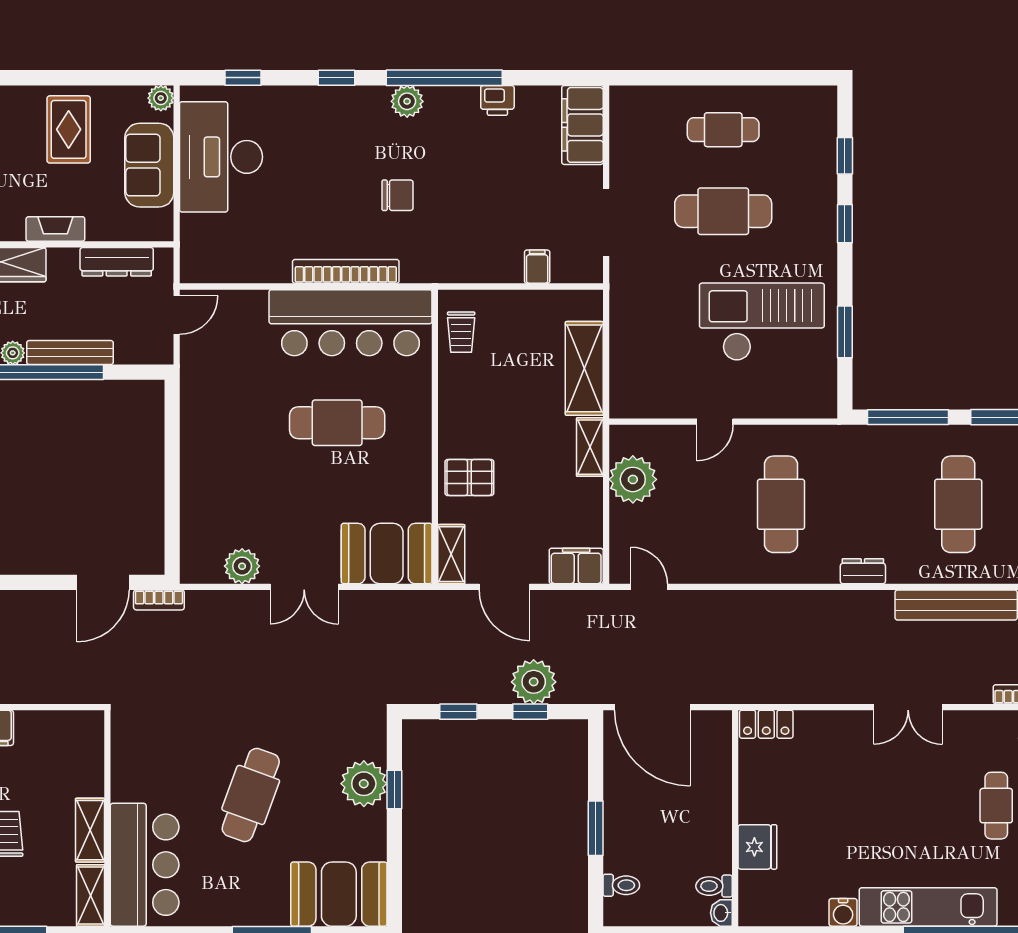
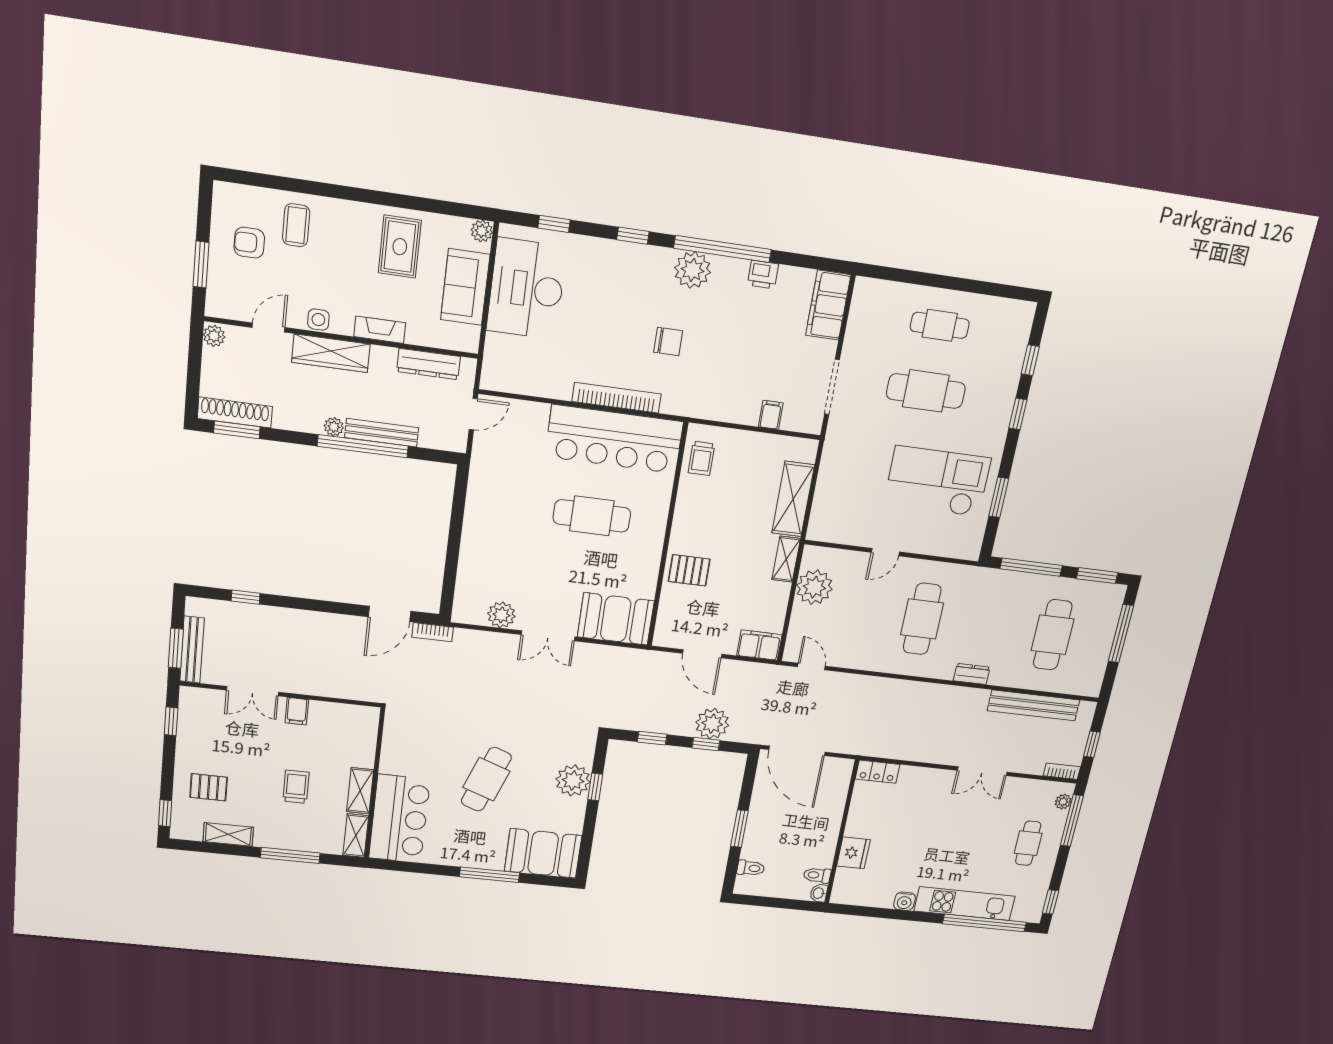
plant: (407, 101) -> (692, 270), width x1.36, depth x1.36
shelving: (451, 554) -> (666, 625), removed

